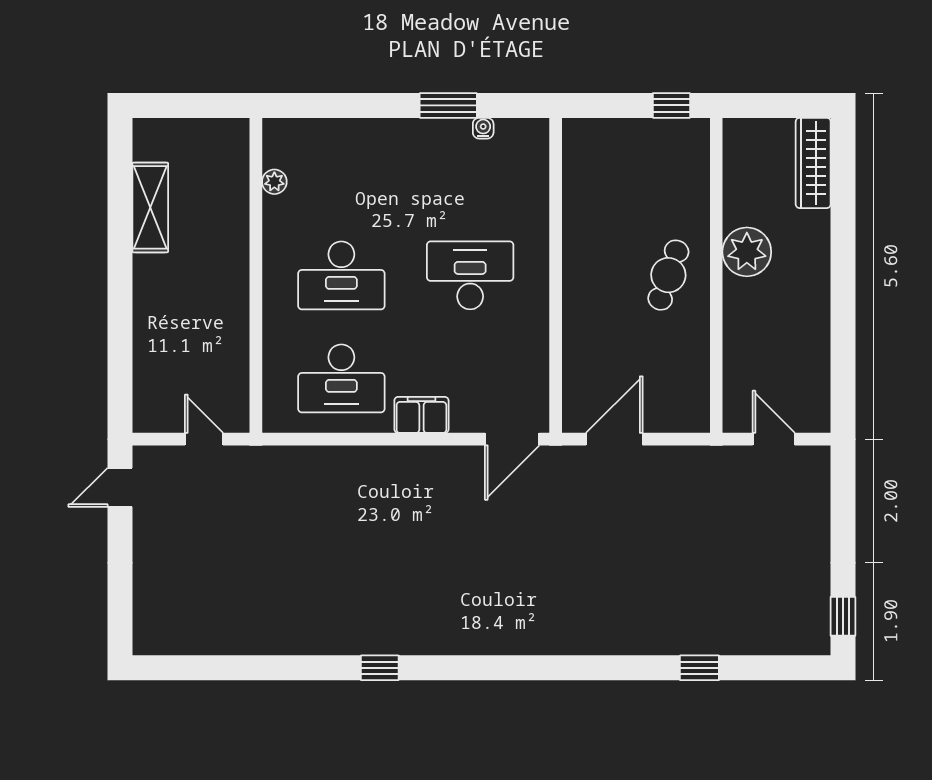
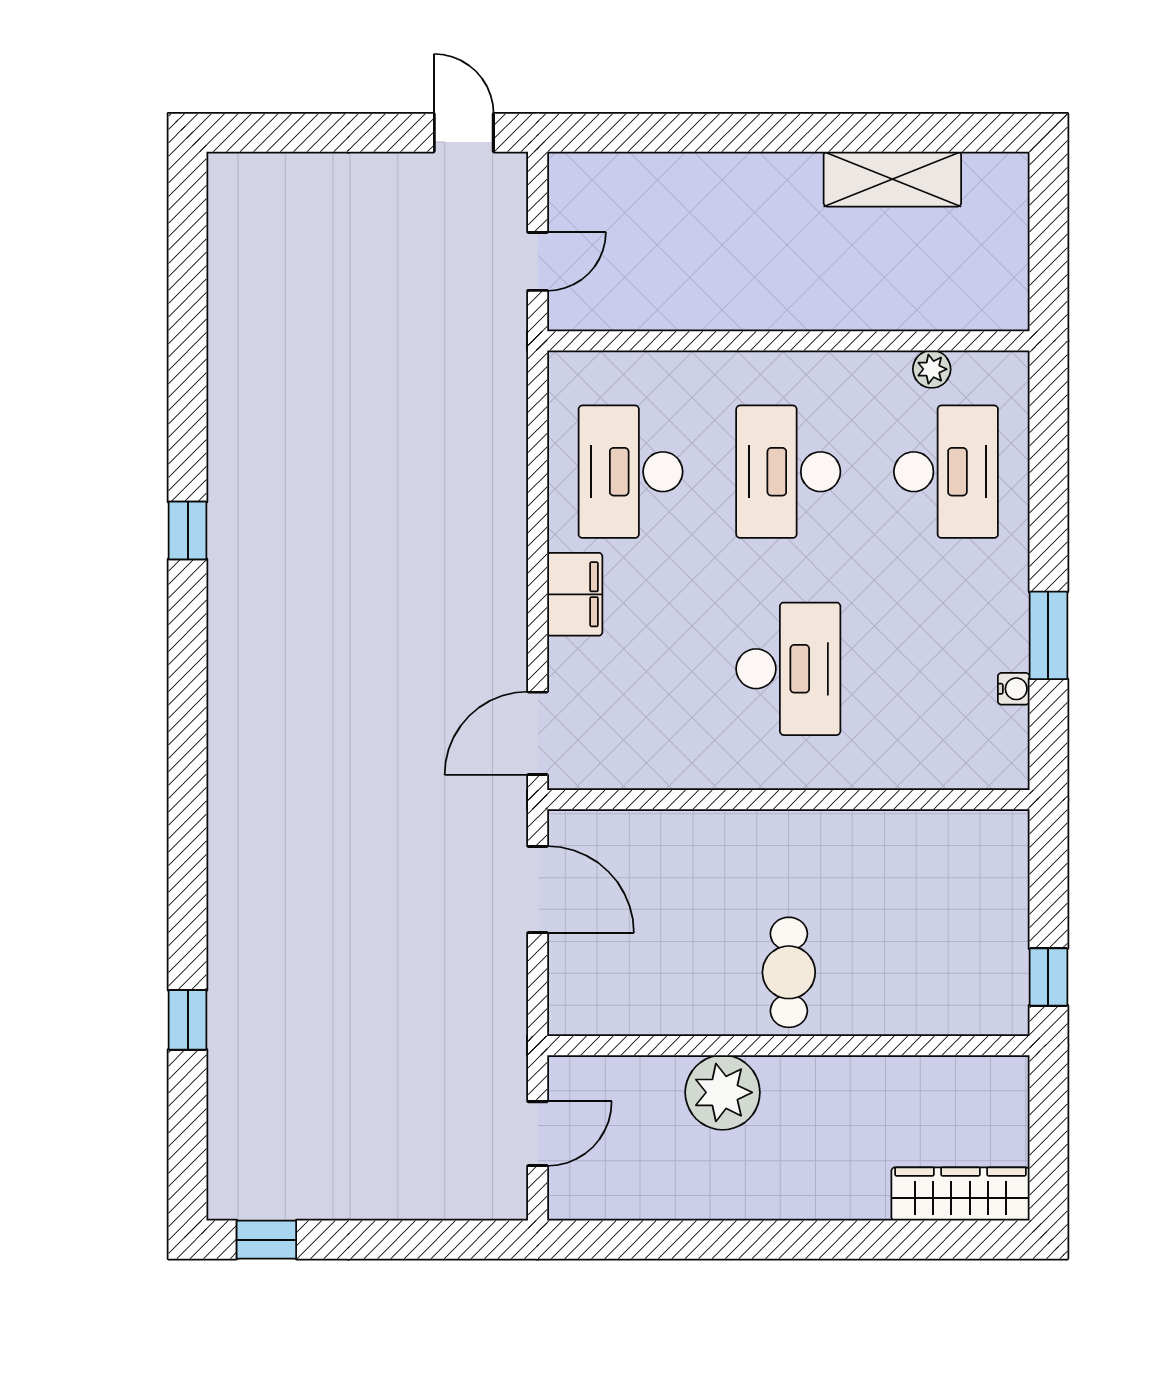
desk: (341, 172) -> (946, 472), added
plant: (747, 252) -> (723, 1092), moved
cafe table: (668, 275) -> (789, 972), turned 71
door: (512, 439) -> (538, 733), hinge flipped

